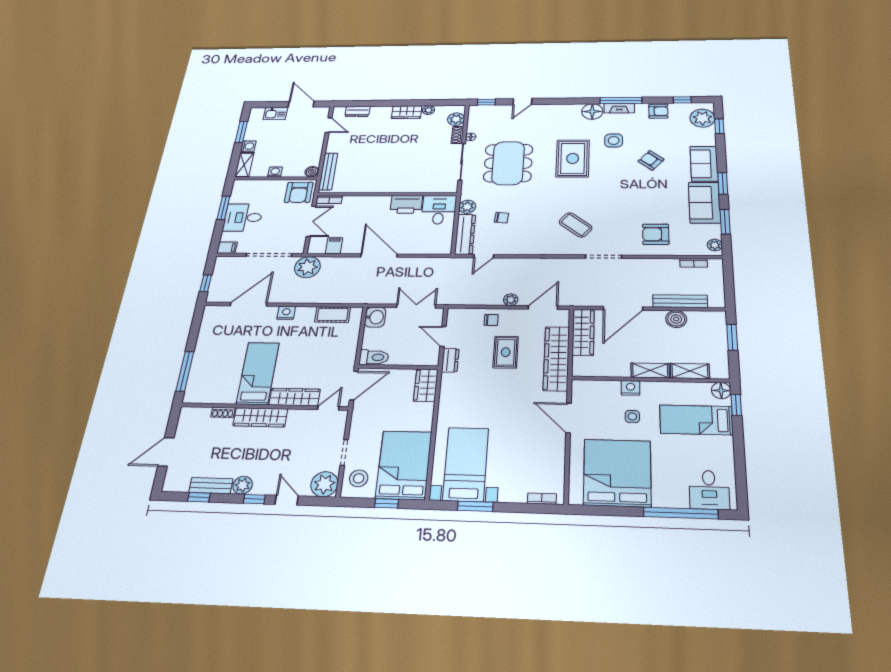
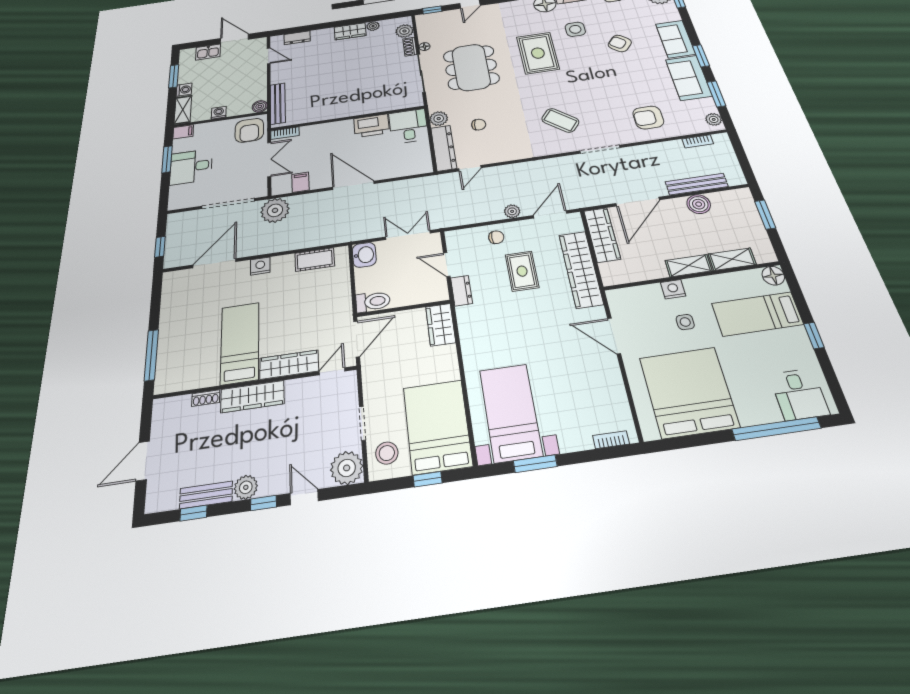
filing cabinet: (227, 248) -> (183, 132), moved
window: (736, 405) -> (814, 336), moved

